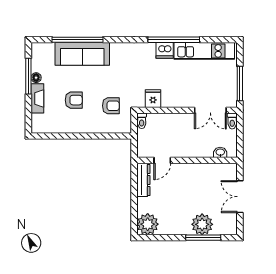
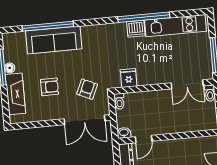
fireplace: (37, 98) -> (15, 94), width x1.37, depth x1.32
armchair: (111, 106) -> (87, 89), turned -66
double door: (105, 136) -> (84, 120), added
washbasin: (220, 152) -> (124, 133), moved

